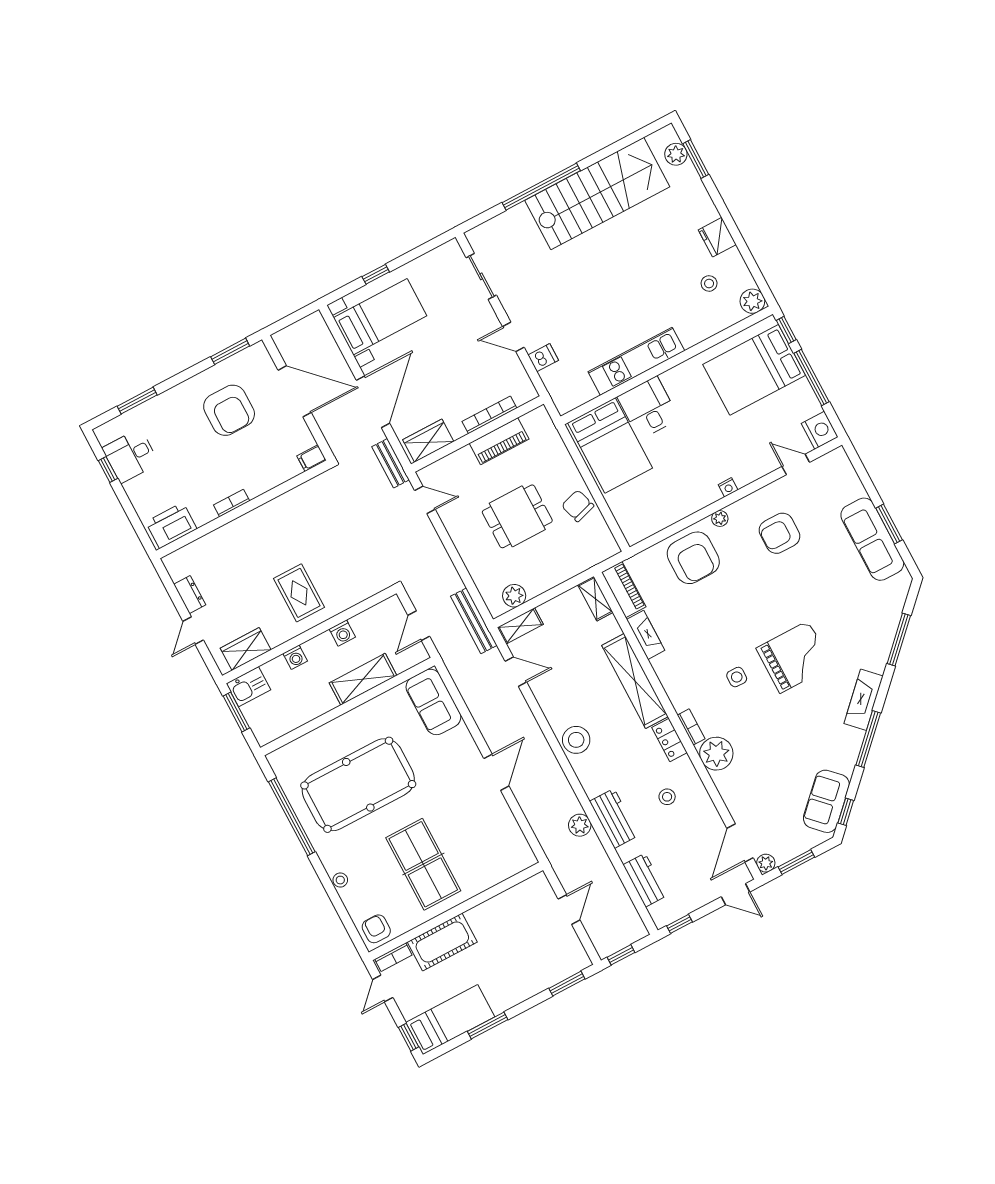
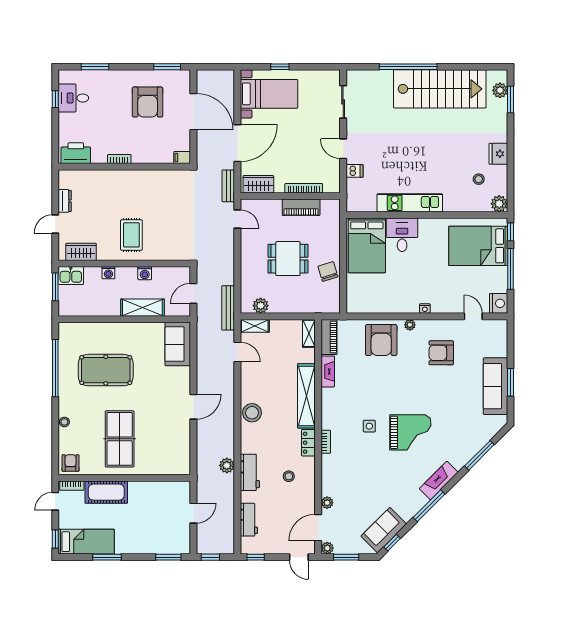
plant: (716, 754) -> (327, 503), moved, width x0.53, depth x0.53
pool table: (358, 785) -> (106, 370), width x0.73, depth x0.76

